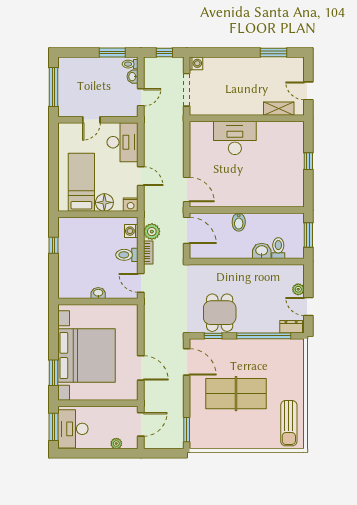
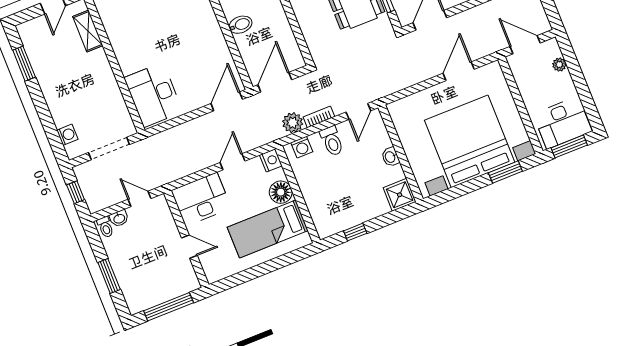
window: (112, 52) -> (109, 276), moved
washing machine: (196, 63) -> (67, 135), moved, turned 90
desk: (235, 138) -> (153, 95), moved
shower: (68, 289) -> (400, 195), added

